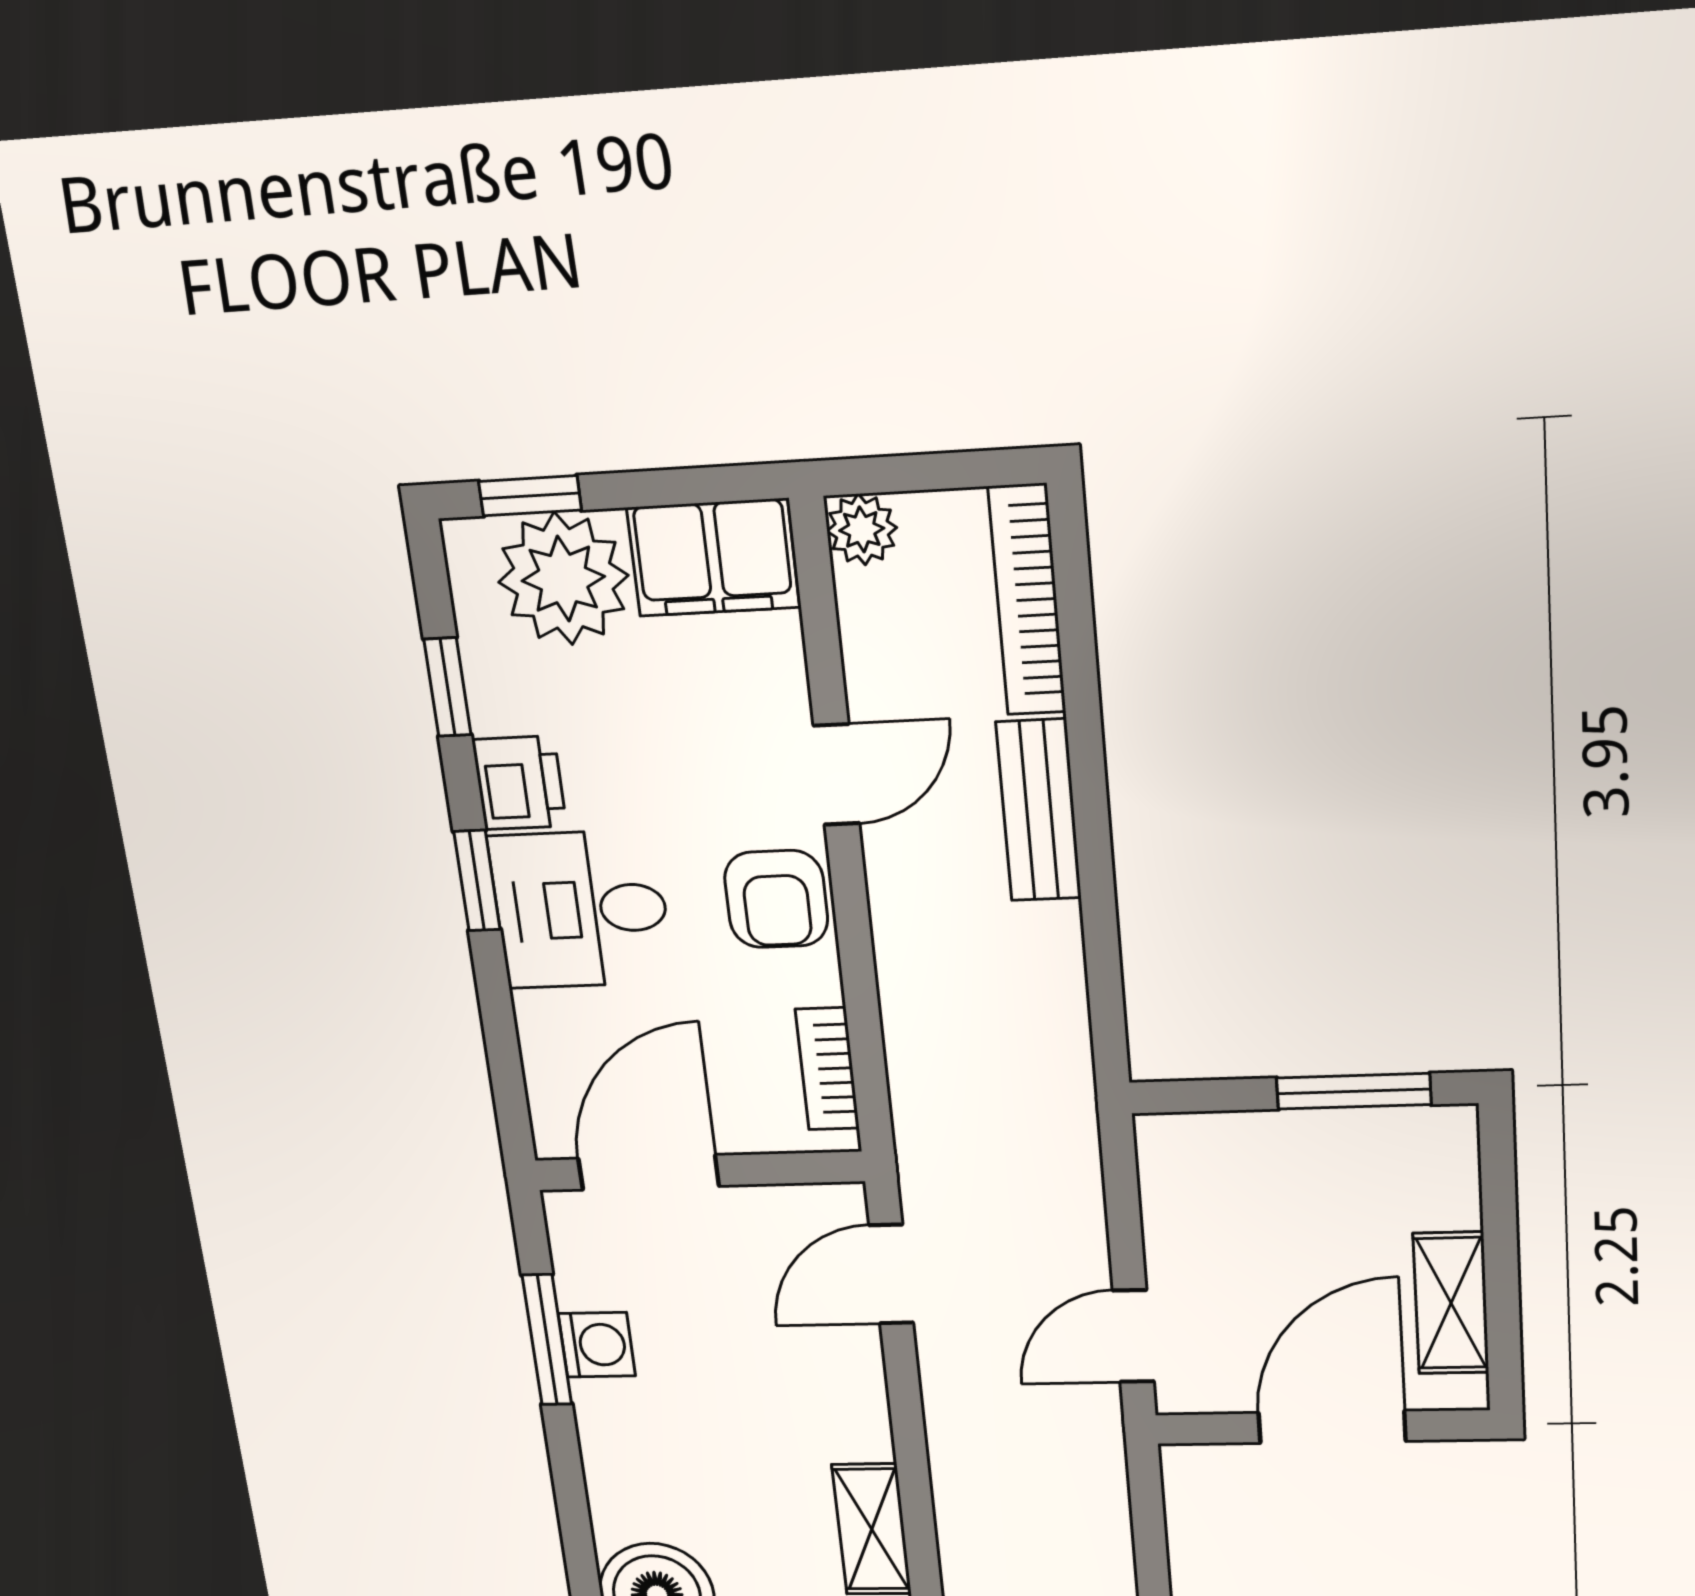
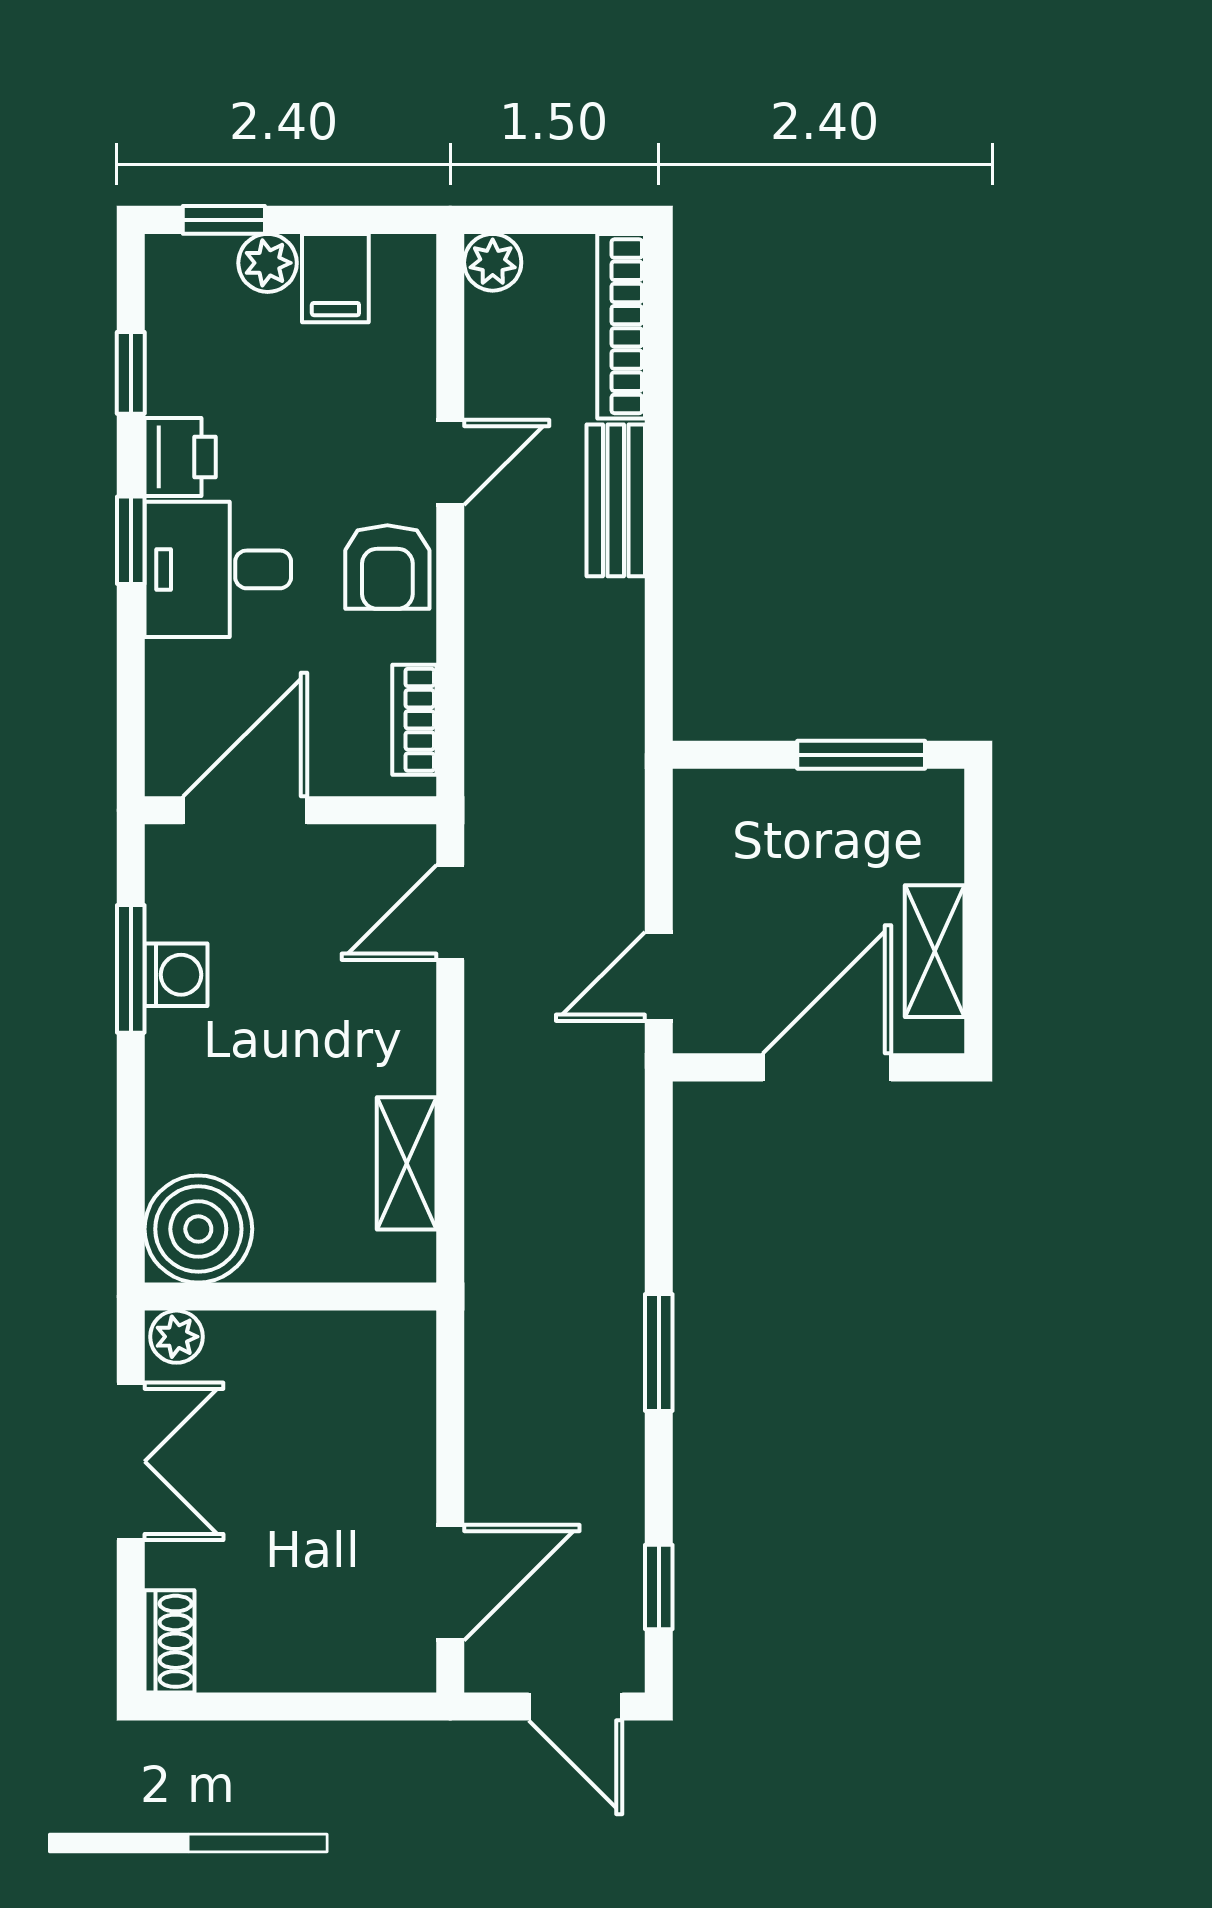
filing cabinet: (713, 558) -> (335, 278), width x0.50
plant: (563, 579) -> (268, 263), width x0.53, depth x0.53

